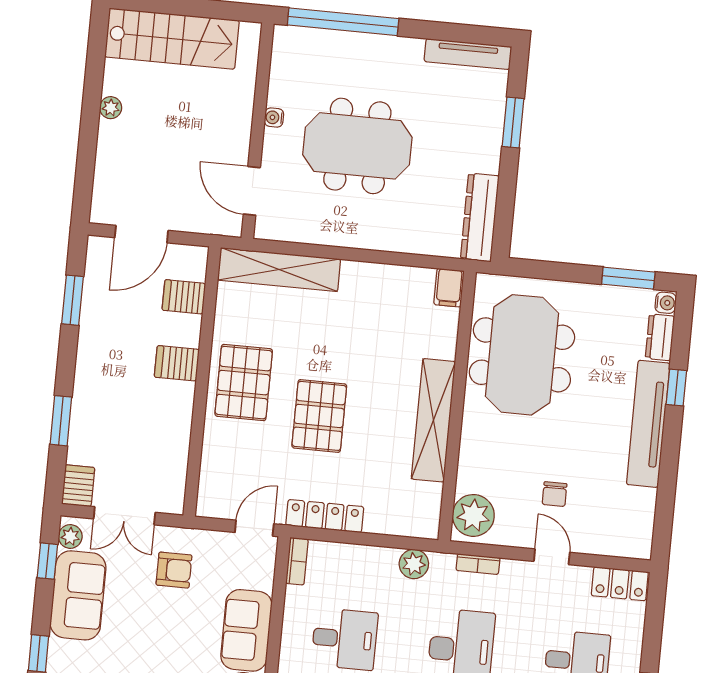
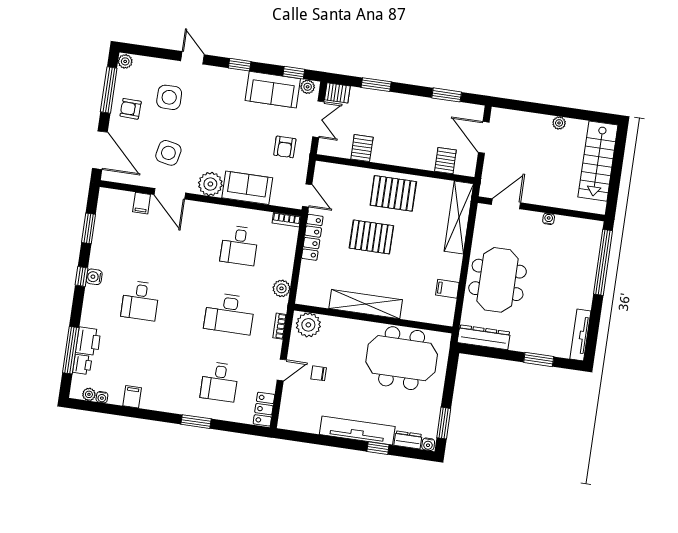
meeting table: (357, 146) -> (498, 280), moved
filing cabinet: (449, 288) -> (447, 289), moved
server rack: (177, 363) -> (362, 148), moved
double door: (124, 516) -> (318, 119), swing flipped

